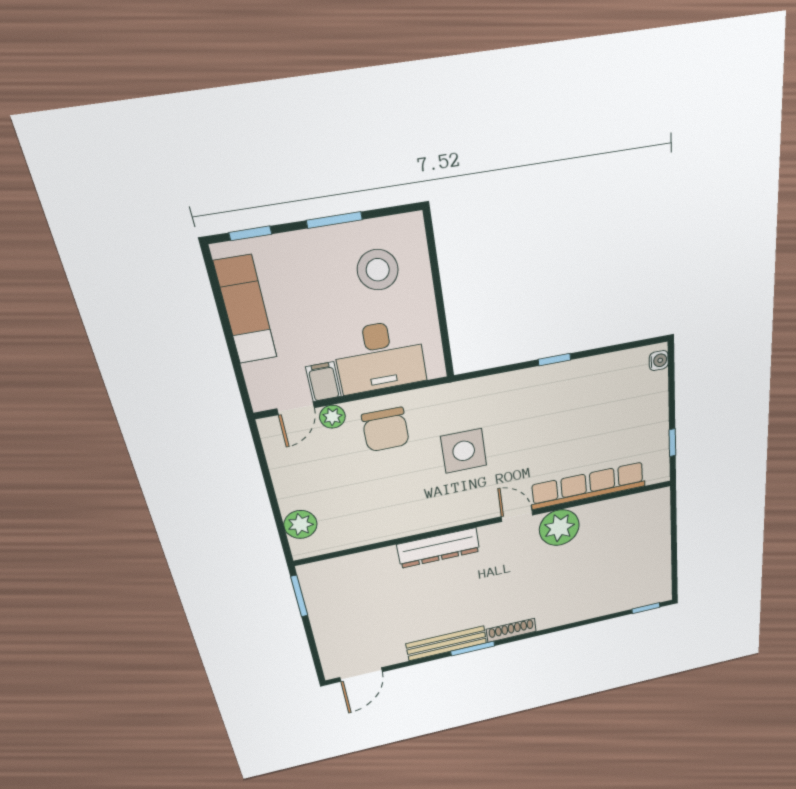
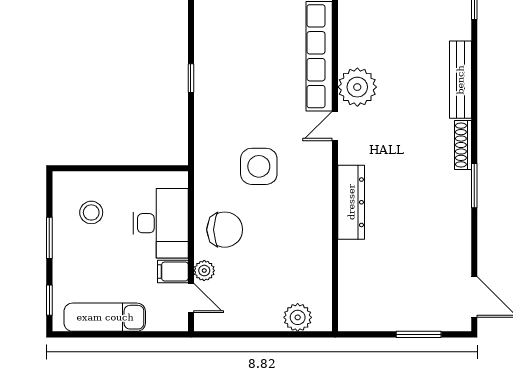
stool: (378, 270) -> (91, 212), width x0.73, depth x0.73
window: (299, 596) -> (419, 334), moved
bench: (446, 643) -> (460, 80), moved

